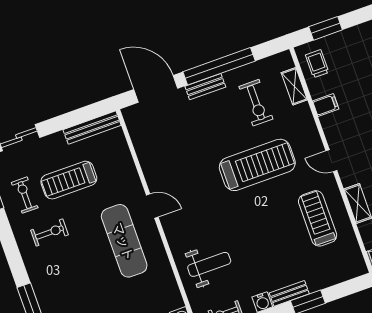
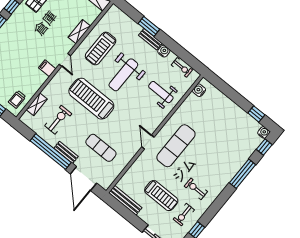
filing cabinet: (326, 105) -> (47, 68), moved
exercise mat: (183, 138) -> (101, 148), added
weight bench: (263, 228) -> (123, 75), added

